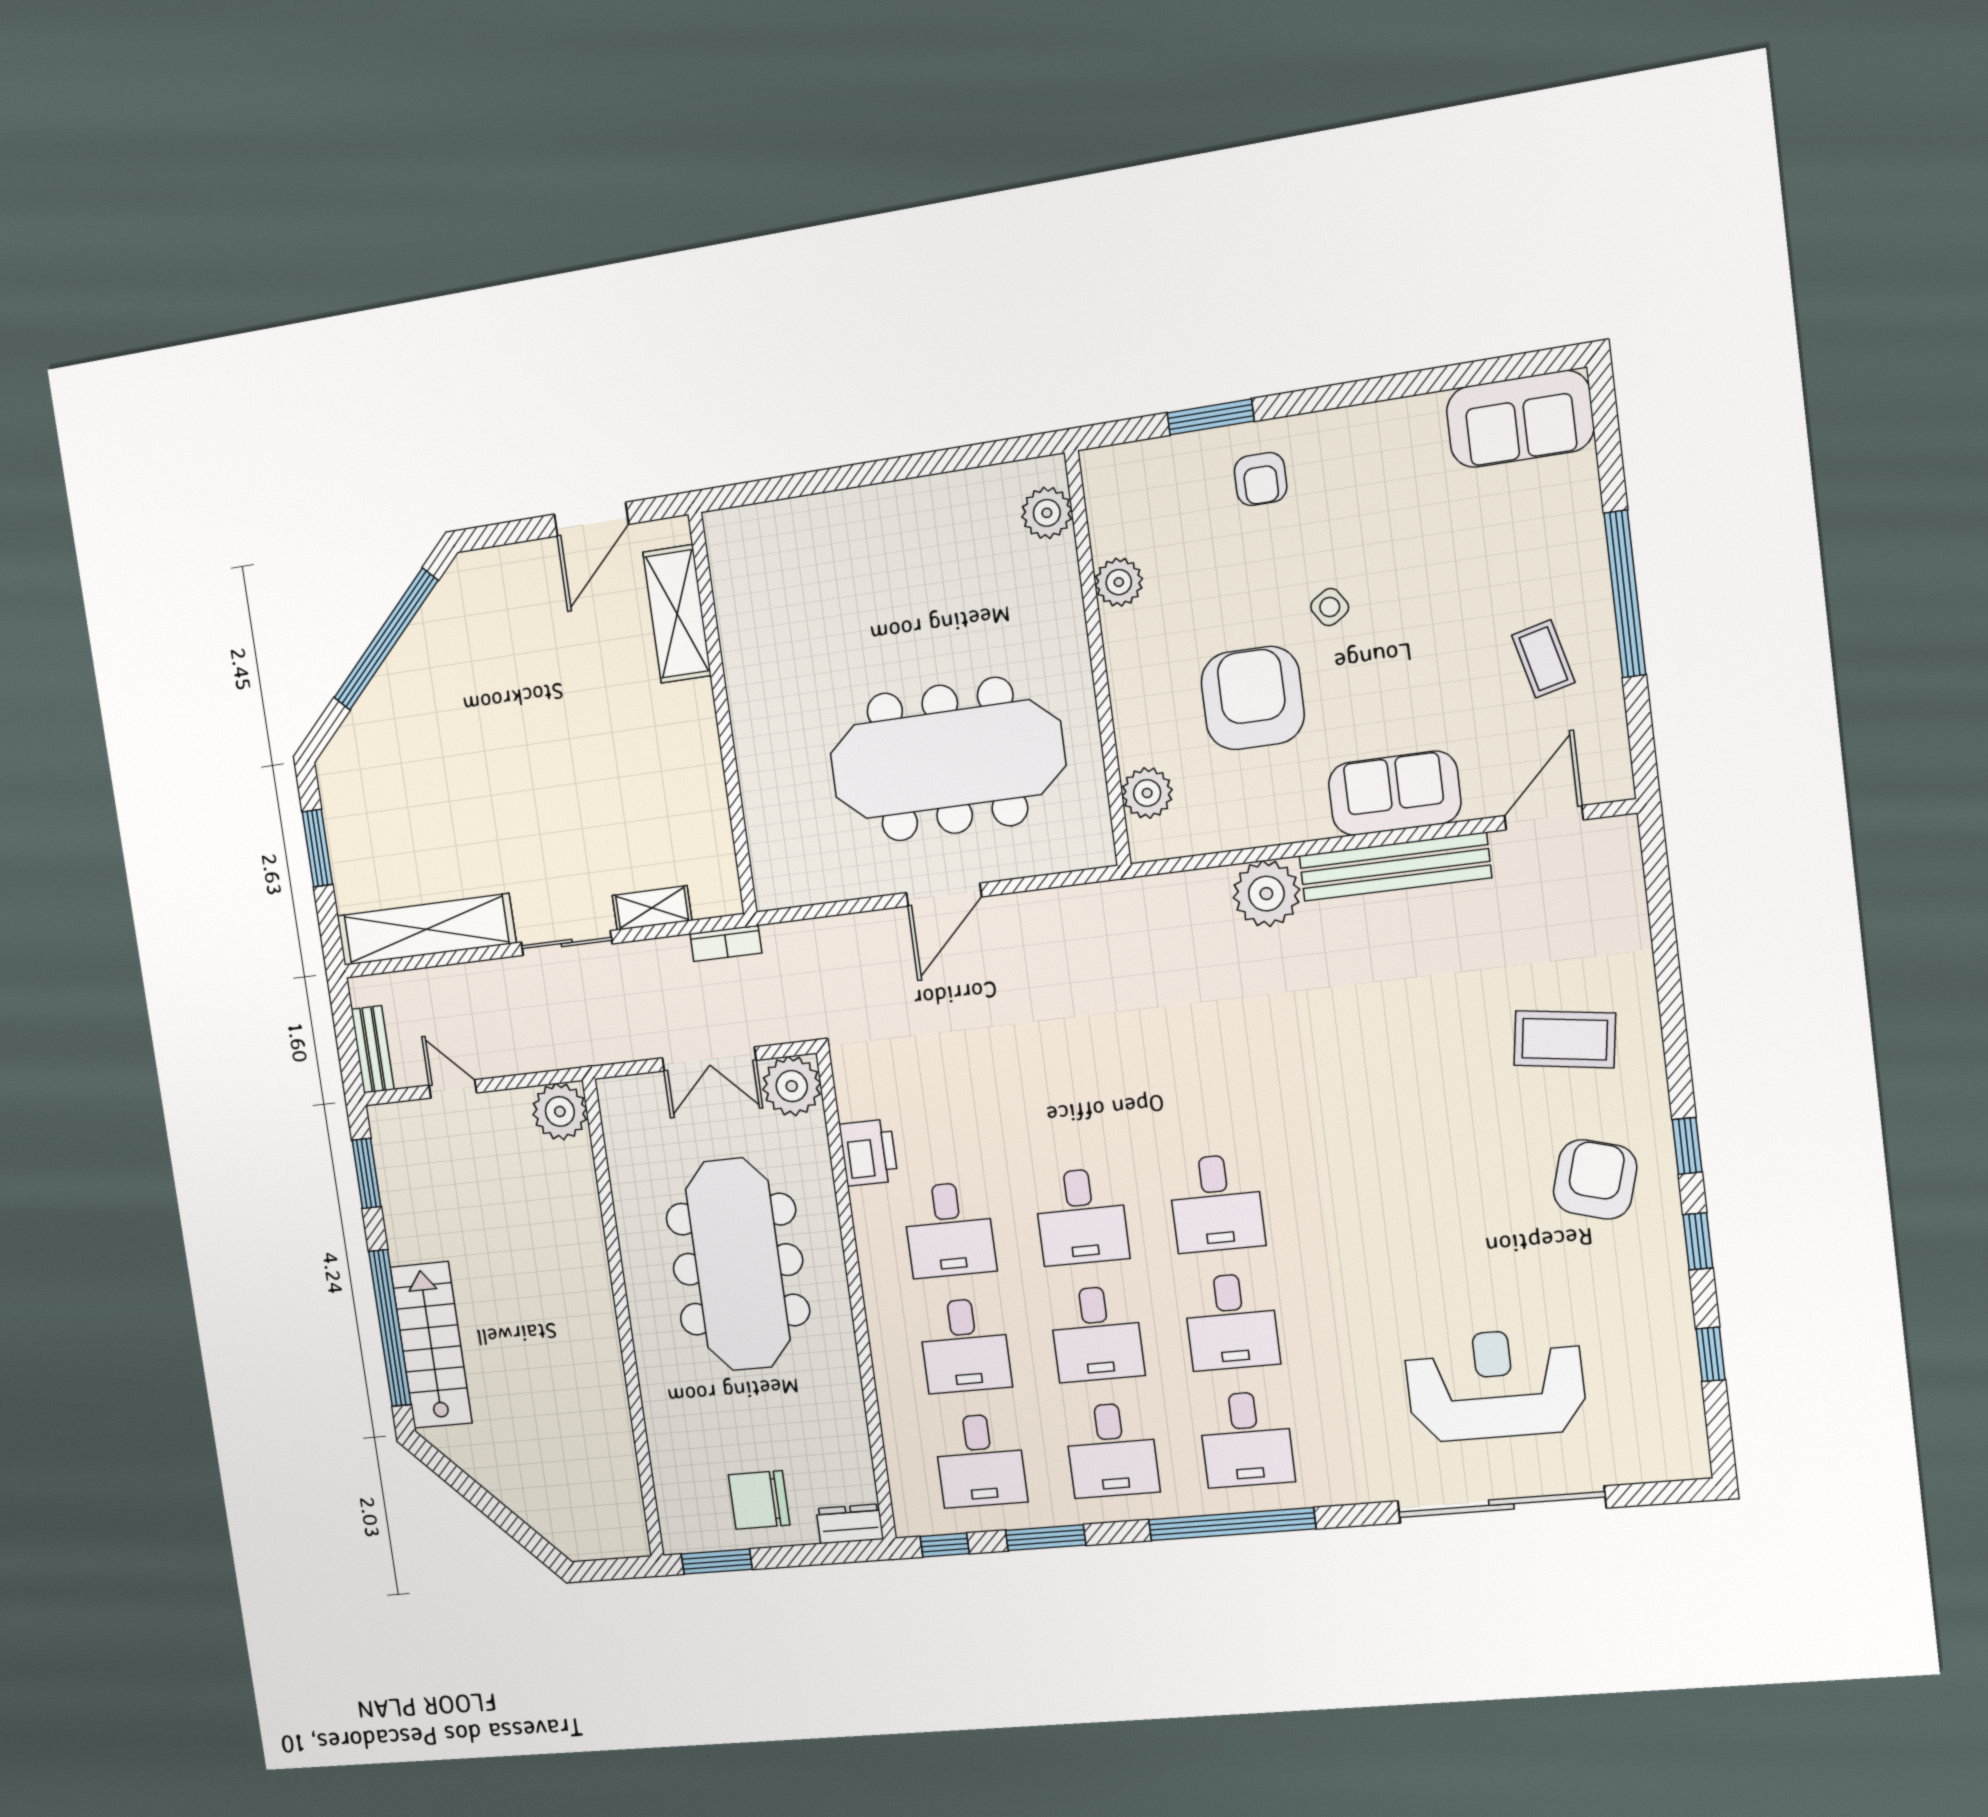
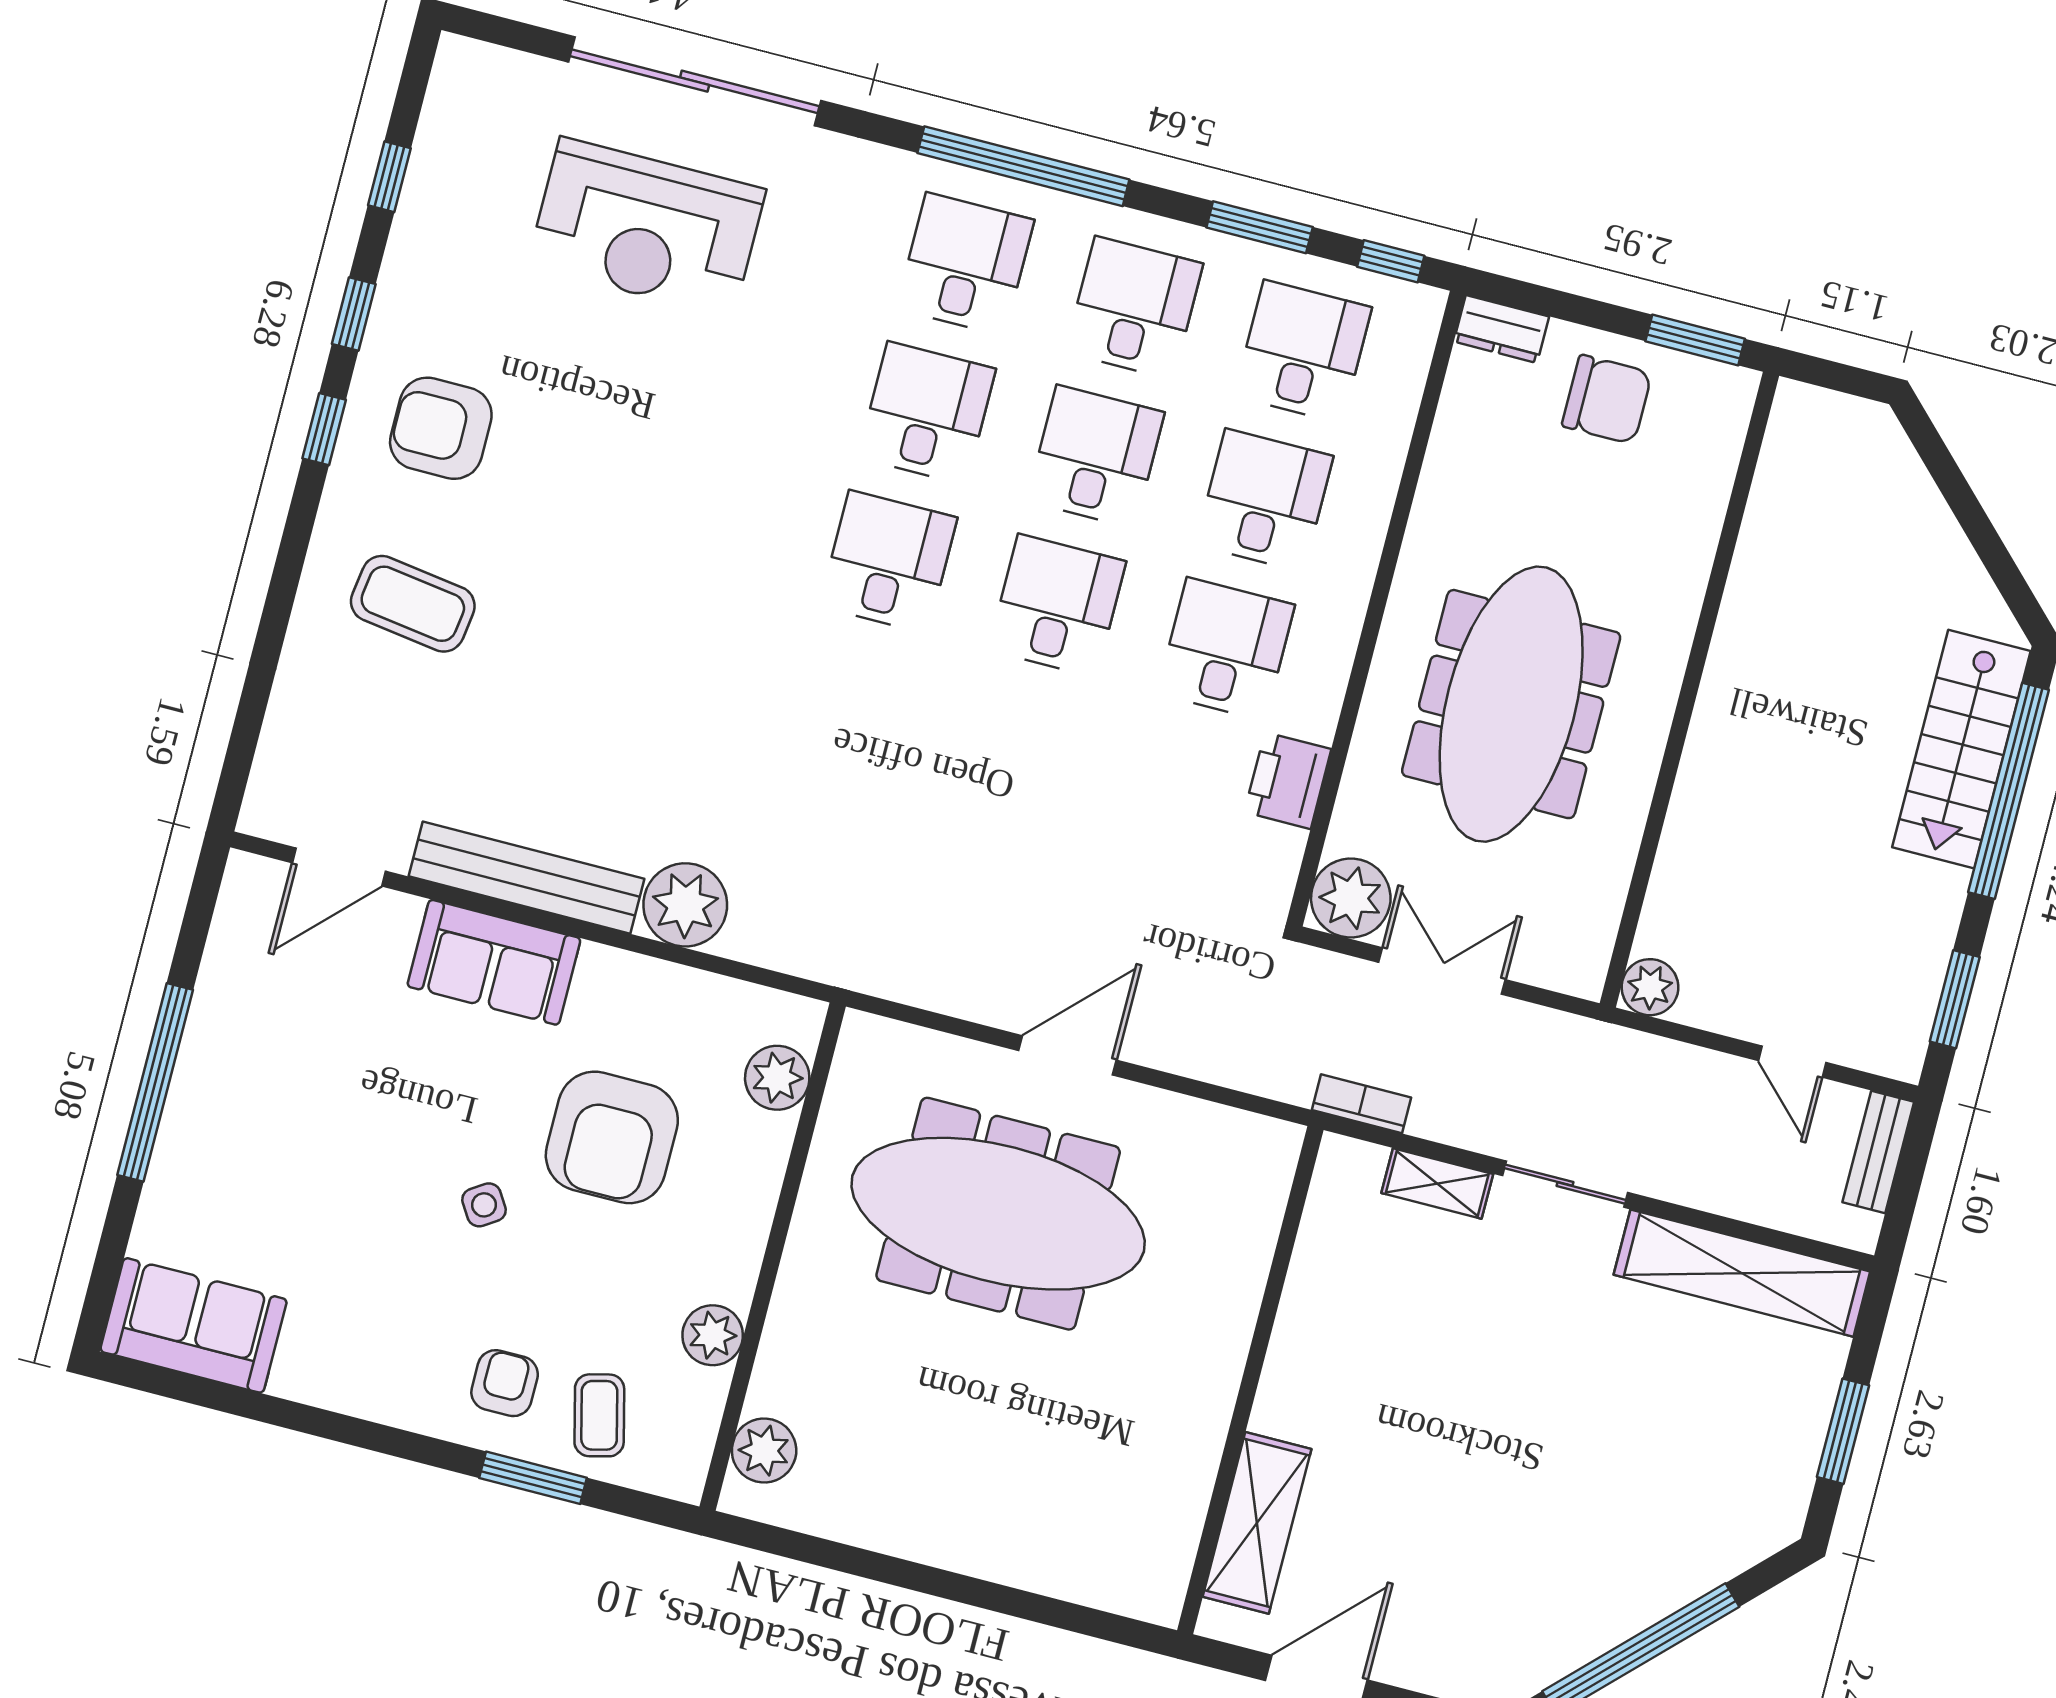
coffee table: (1543, 659) -> (599, 1415), moved
plant: (560, 1111) -> (1650, 987), width x0.73, depth x0.73
armchair: (1595, 1179) -> (441, 428), turned 74

